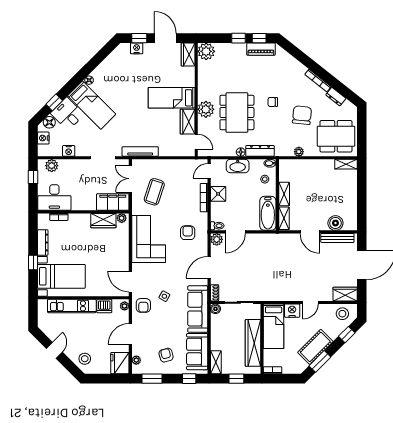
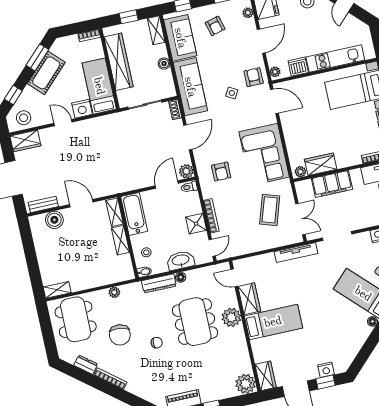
dining table: (336, 136) -> (76, 319), turned 90
filing cabinet: (113, 202) -> (332, 184), moved
bench: (337, 238) -> (43, 204), width x0.73
door: (310, 302) -> (63, 123), hinge flipped
boiler: (215, 309) -> (164, 64), moved

